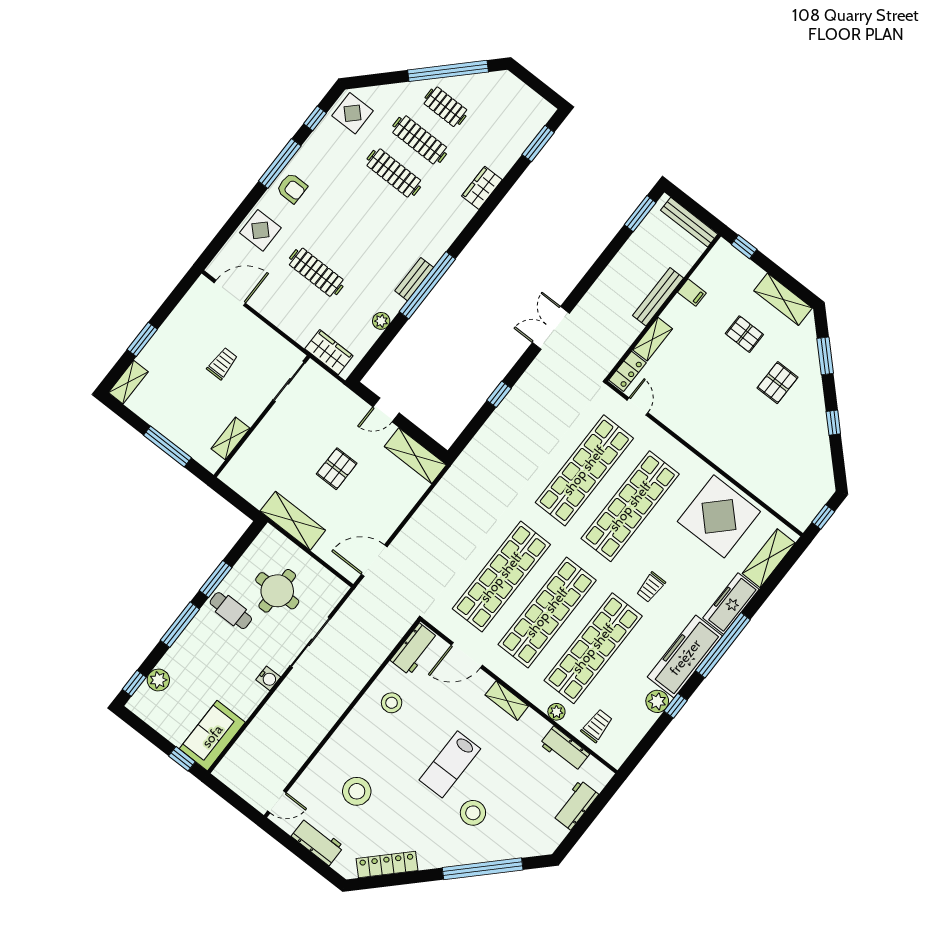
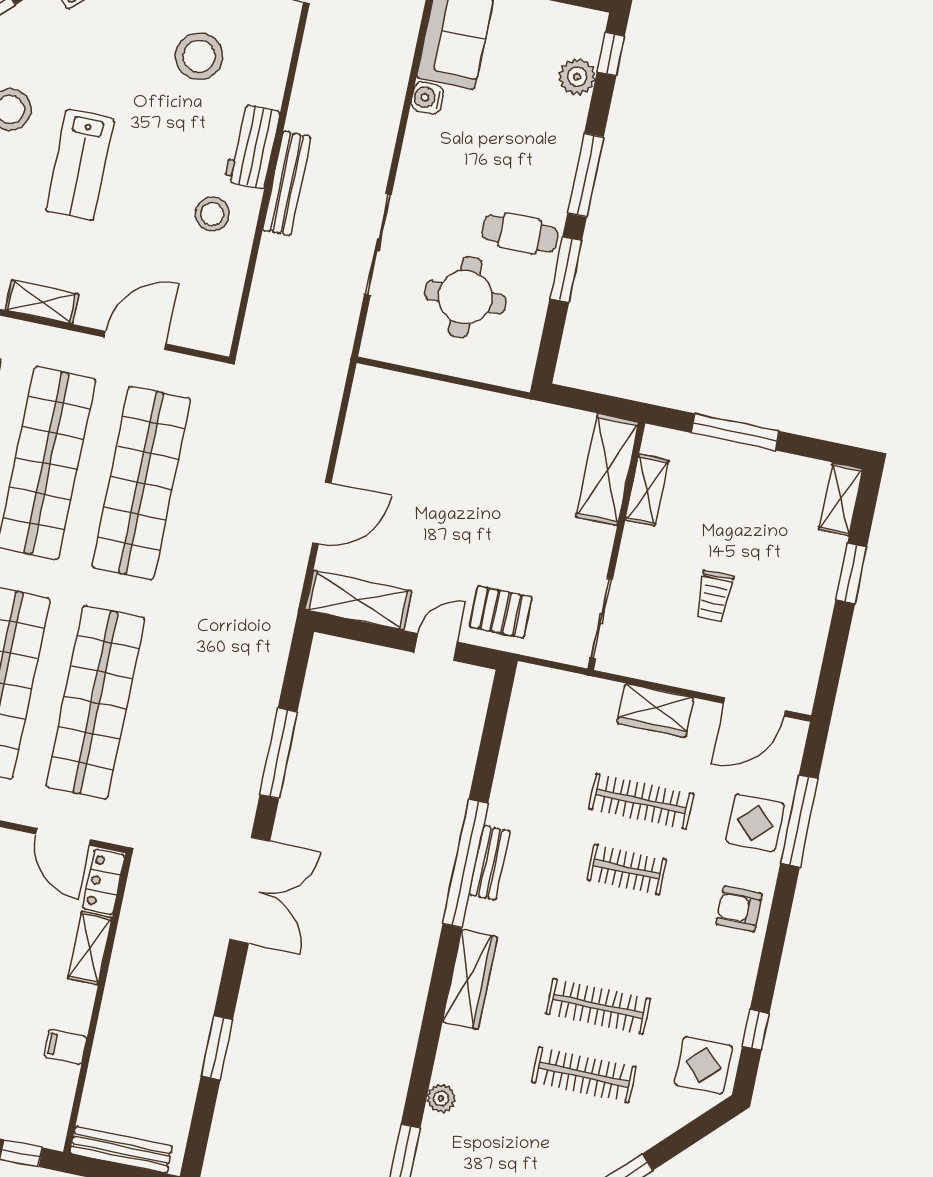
clothes rail: (445, 107) -> (627, 870), moved
window: (280, 164) -> (799, 821), moved
wardrobe: (482, 188) -> (470, 979), moved, width x1.50
window: (640, 214) -> (217, 1048), moved
bench: (658, 297) -> (287, 183), moved
plant: (381, 321) -> (441, 1098), moved
double door: (551, 328) -> (250, 890), width x1.37
wardrobe: (329, 352) -> (656, 710), moved
window: (499, 394) -> (278, 753), width x2.17
door: (637, 406) -> (63, 837), width x1.38
pallet: (337, 469) -> (501, 612), moved, turned 90
shelving: (293, 521) -> (607, 469), moved, turned 90
door: (374, 561) -> (322, 513), moved
workbench: (414, 649) -> (252, 146), moved
water cooler: (268, 678) -> (427, 98), moved
lab bench: (450, 764) -> (80, 165), turned 180

